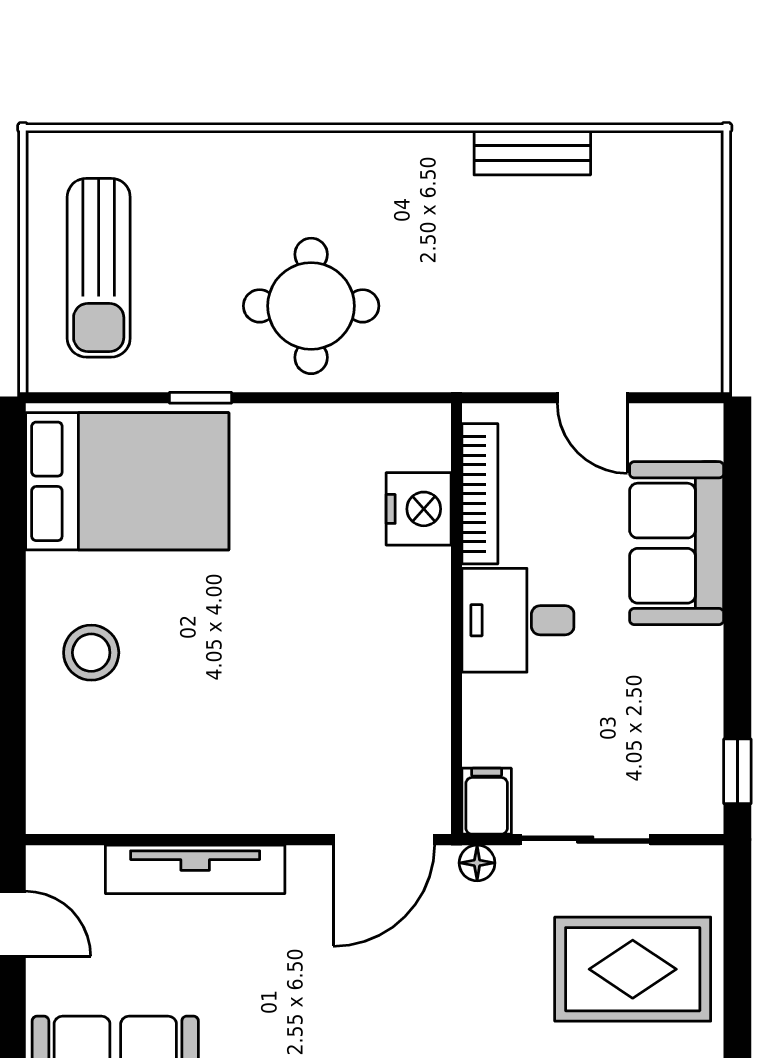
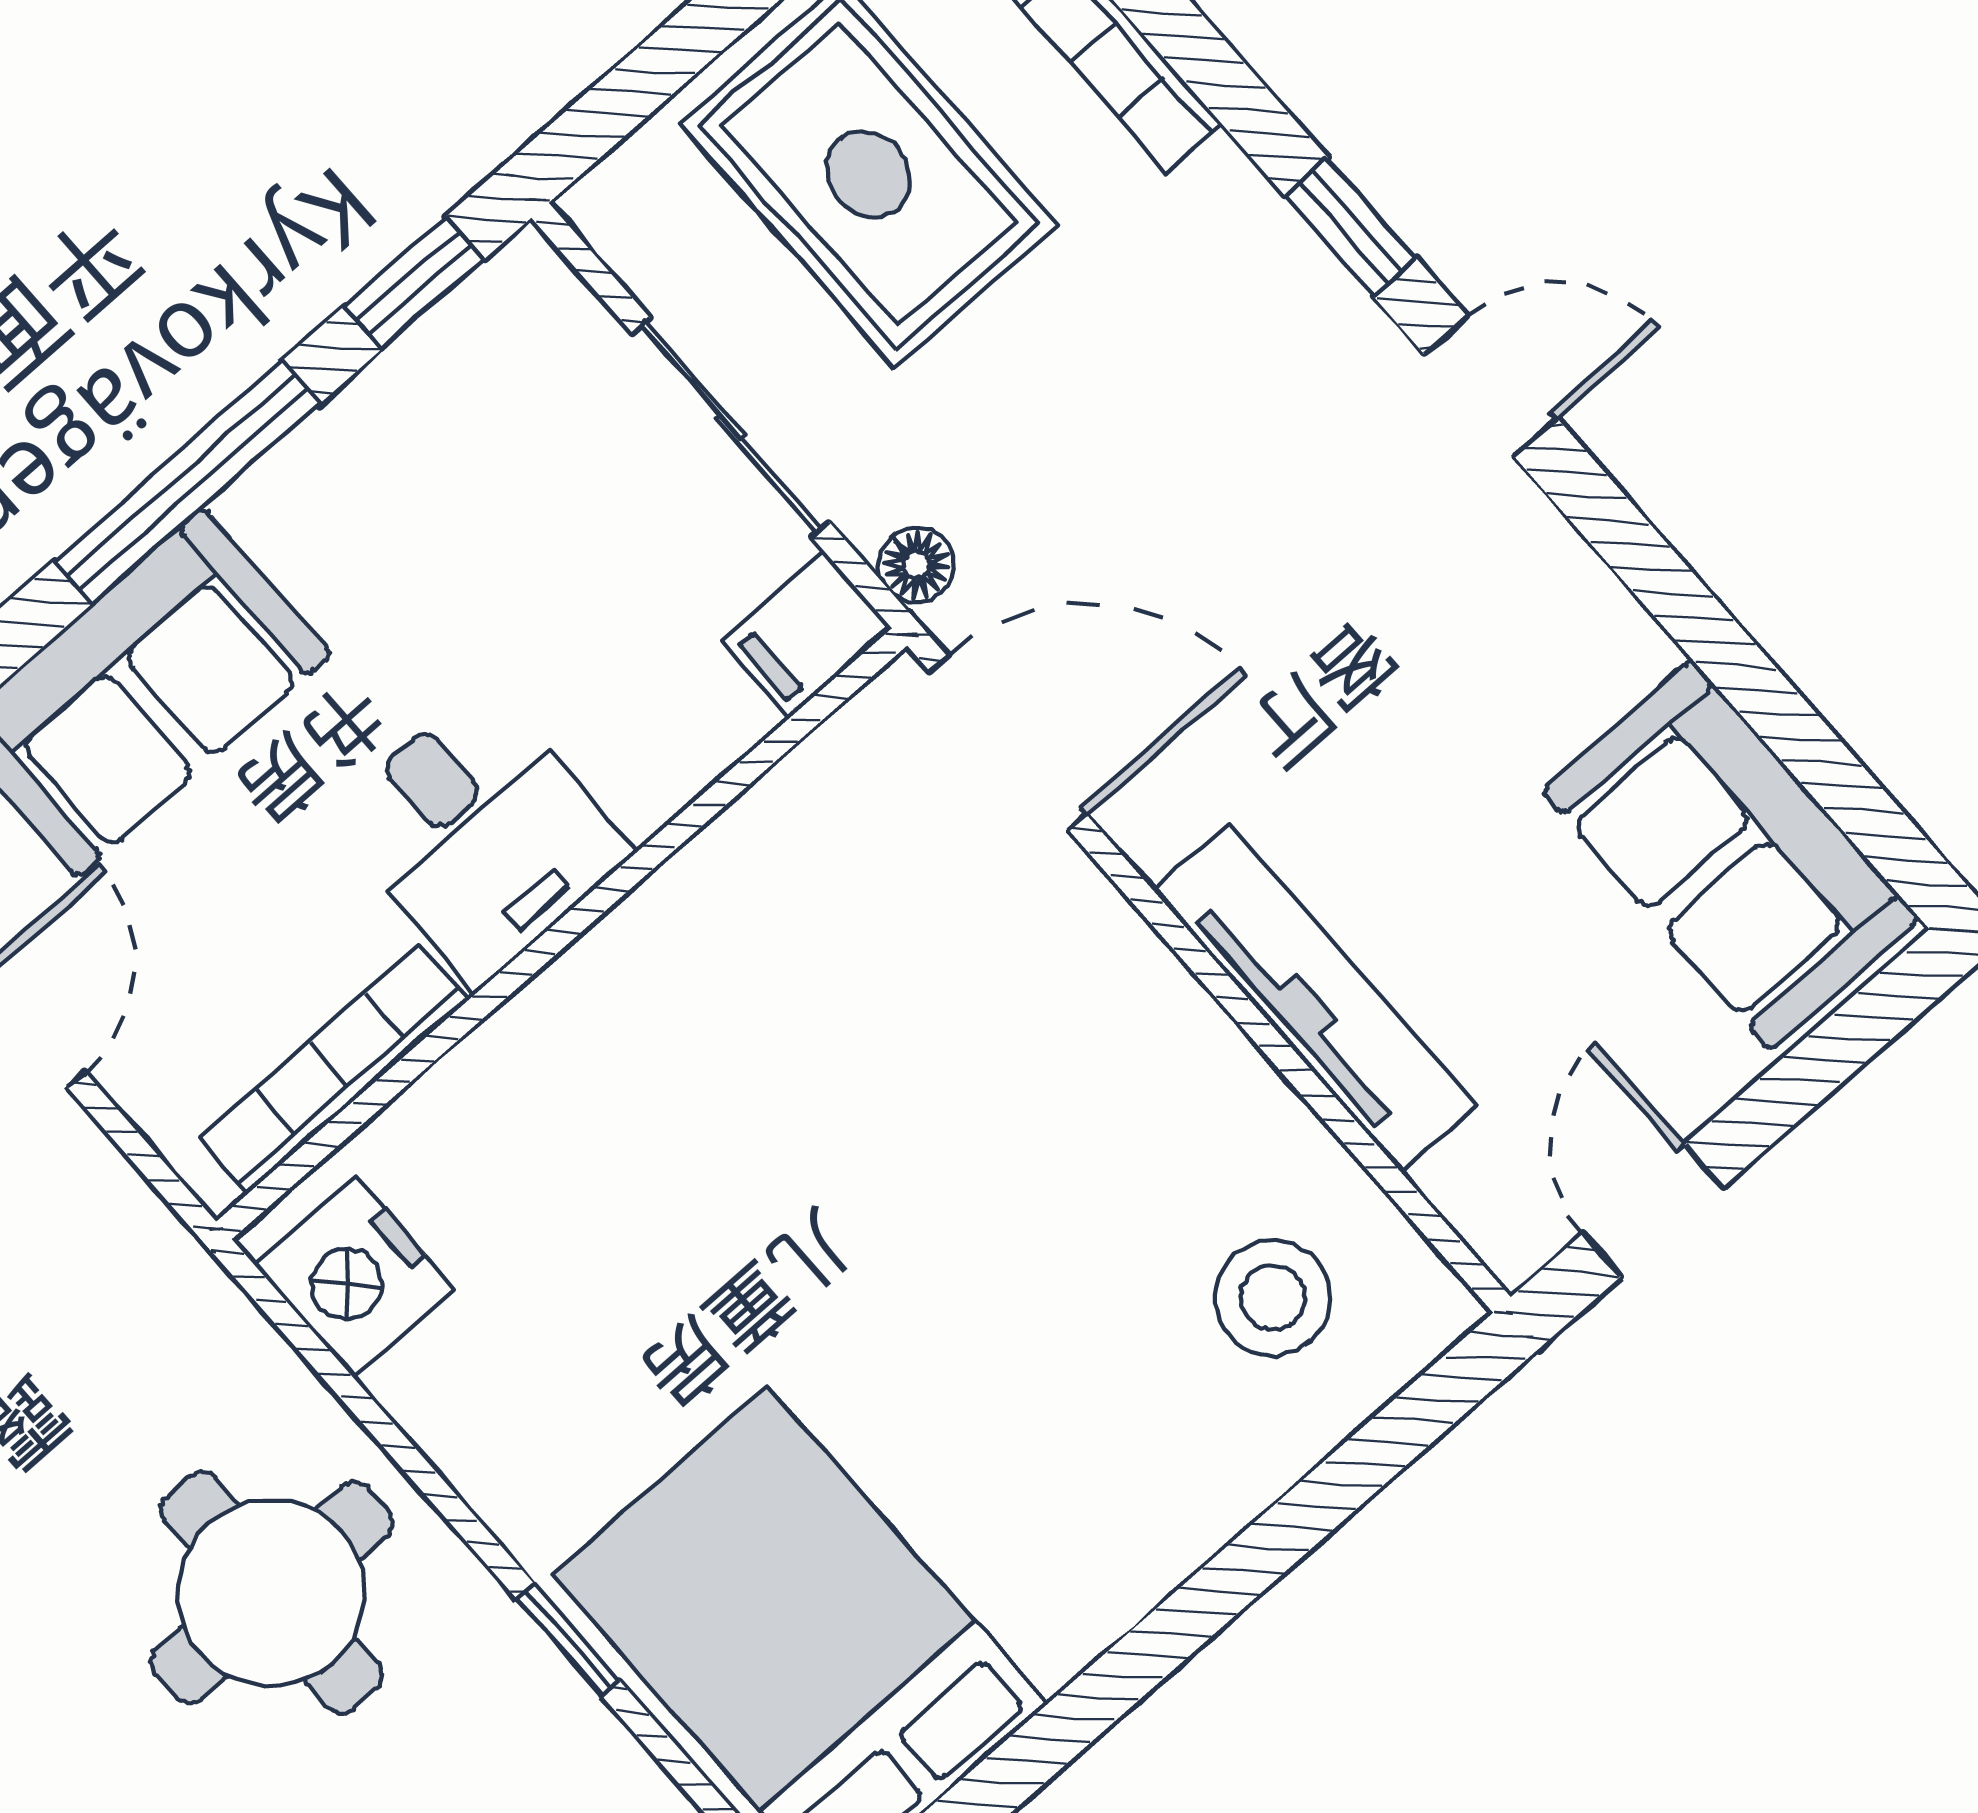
nightstand: (419, 509) -> (355, 1277), moved, turned -90
window: (737, 627) -> (187, 482), added
stool: (91, 653) -> (1273, 1298), moved

